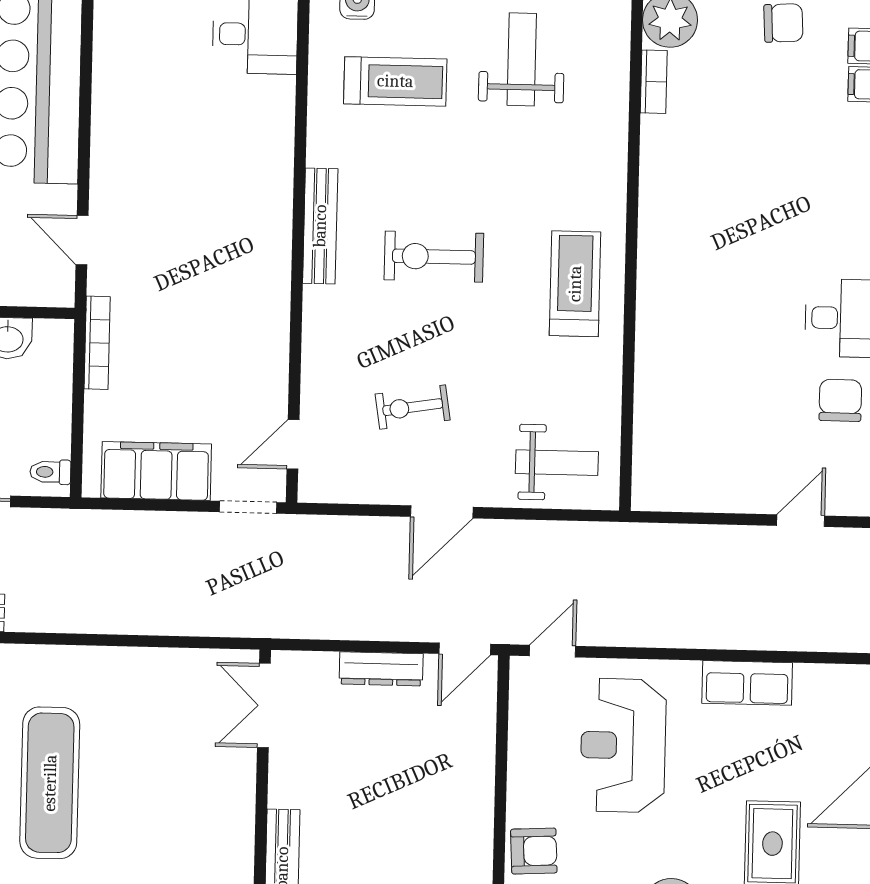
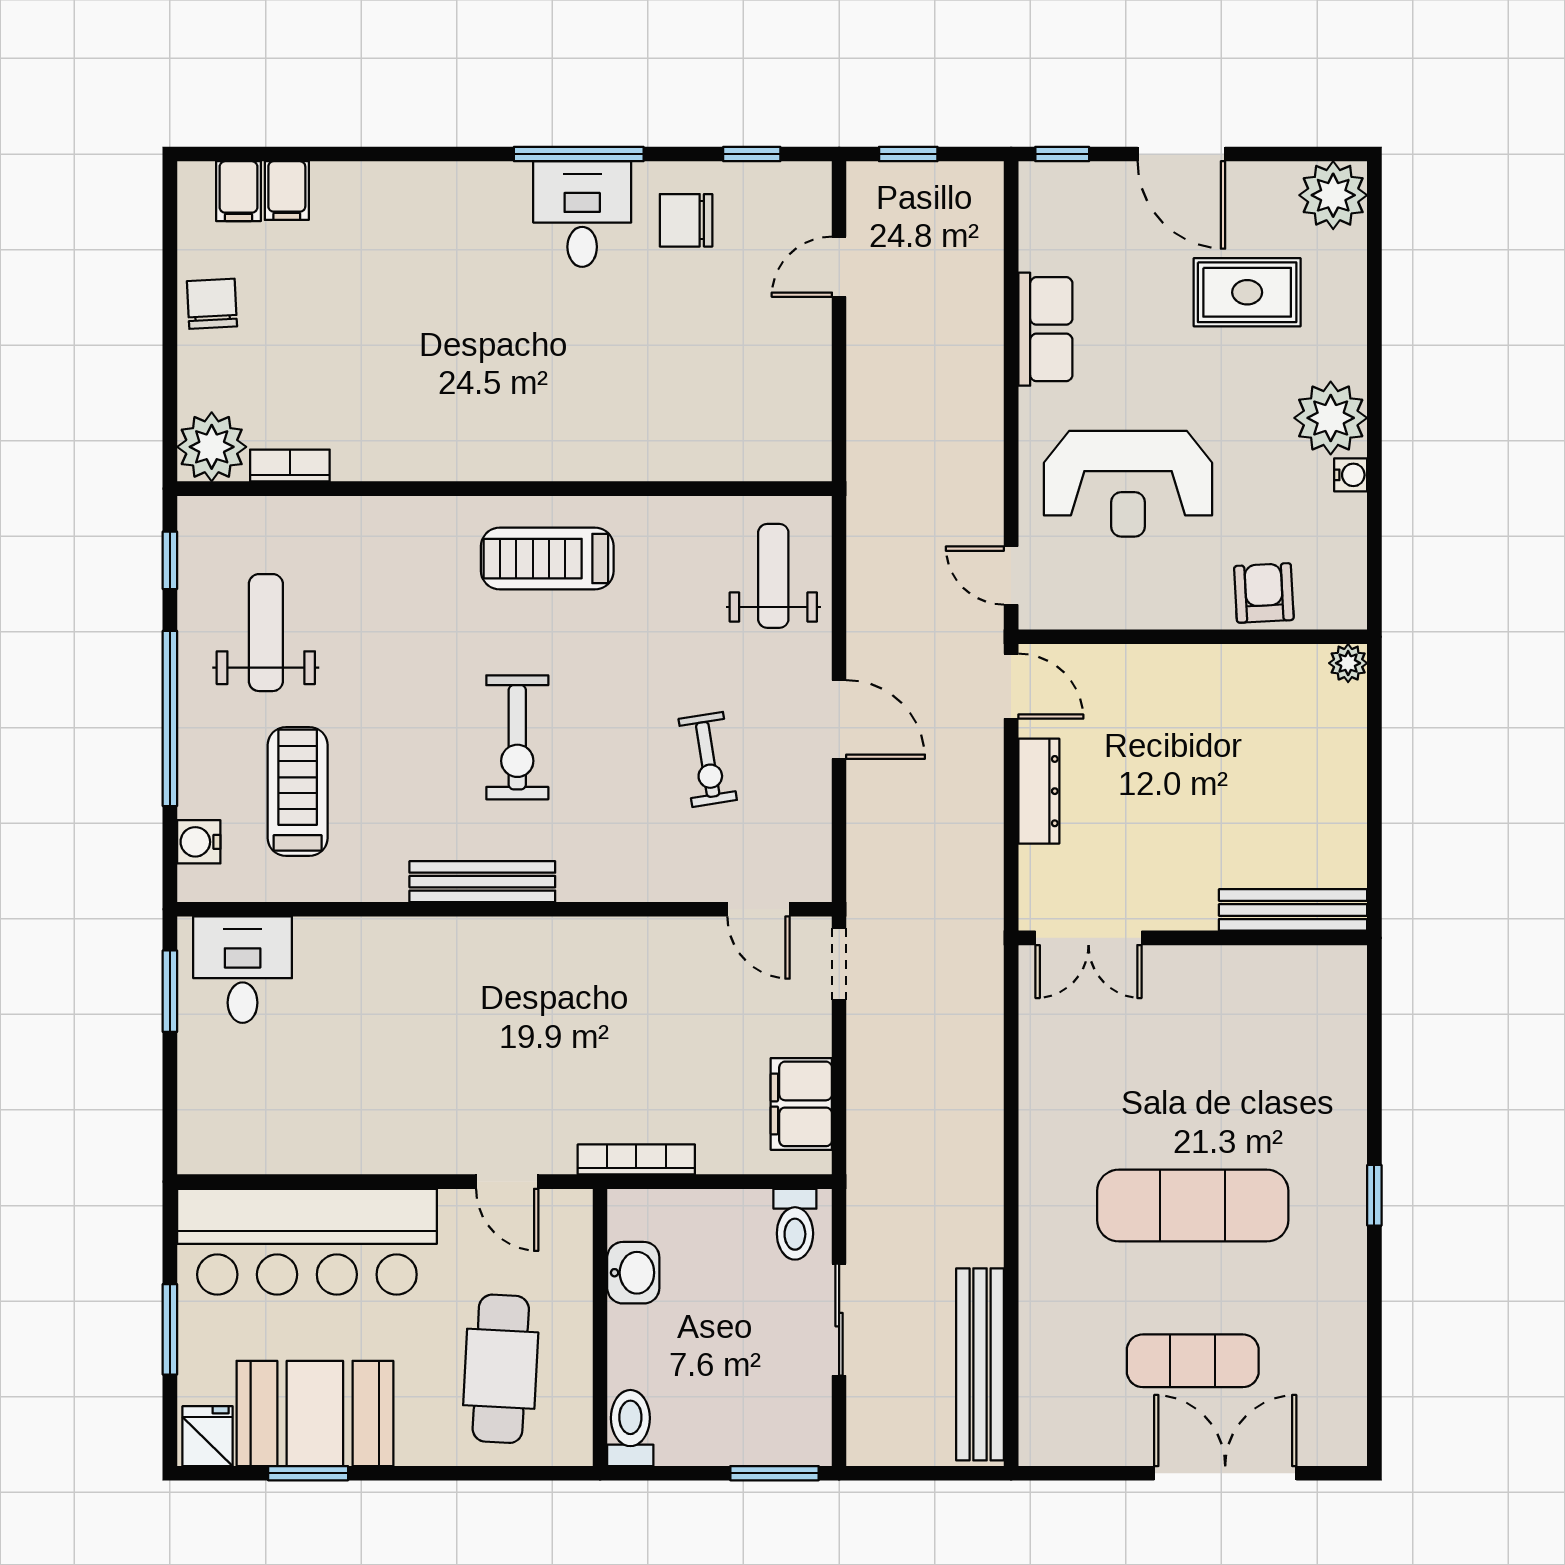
weight bench: (522, 59) -> (266, 633), turned 90
door: (82, 240) -> (507, 1182), hinge flipped
filing cabinet: (156, 471) -> (801, 1104), width x0.67, depth x0.86
toilet: (50, 472) -> (795, 1224), width x1.37, depth x1.39
door: (801, 521) -> (839, 267), hinge flipped

